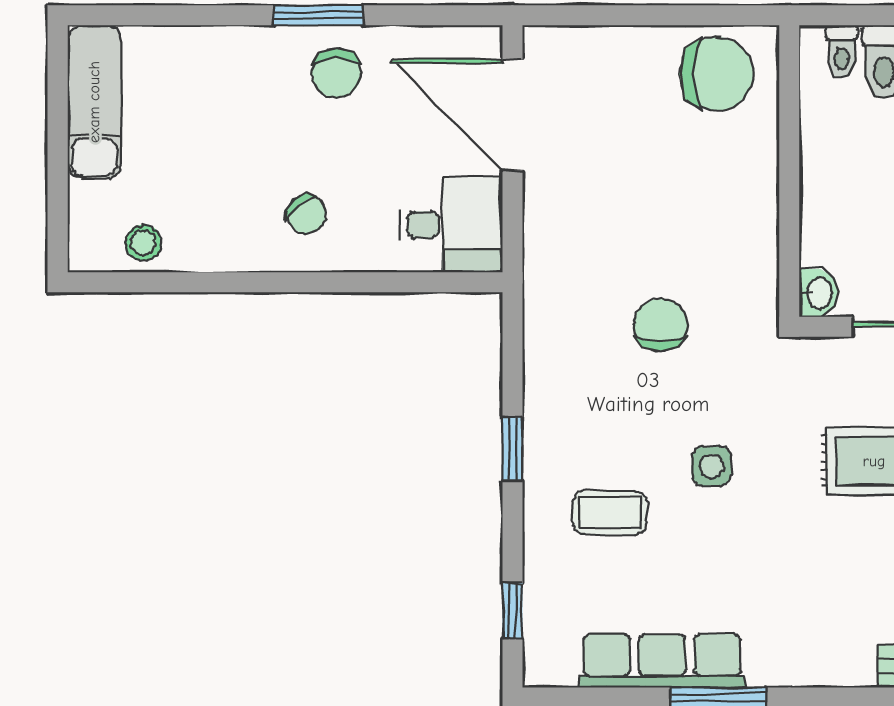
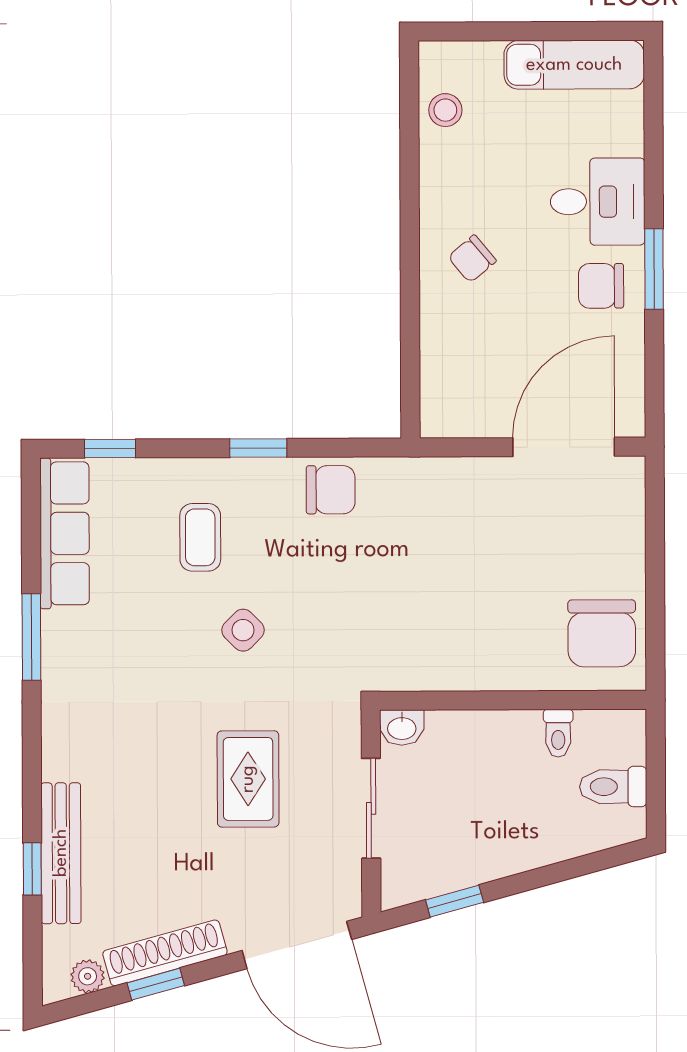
toilet: (842, 51) -> (558, 733), moved, turned -90
desk: (451, 225) -> (598, 202), moved, turned -90
chair: (660, 325) -> (331, 490), moved
side table: (712, 466) -> (243, 630), turned 45
row of seats: (662, 661) -> (65, 533), moved

